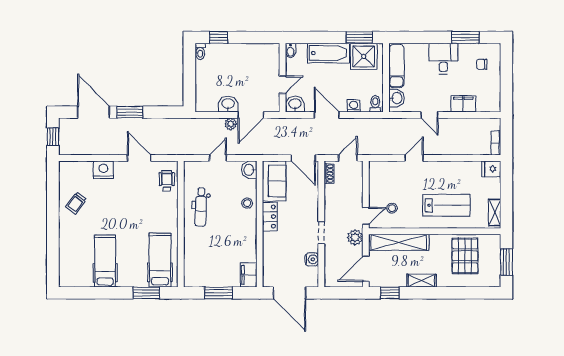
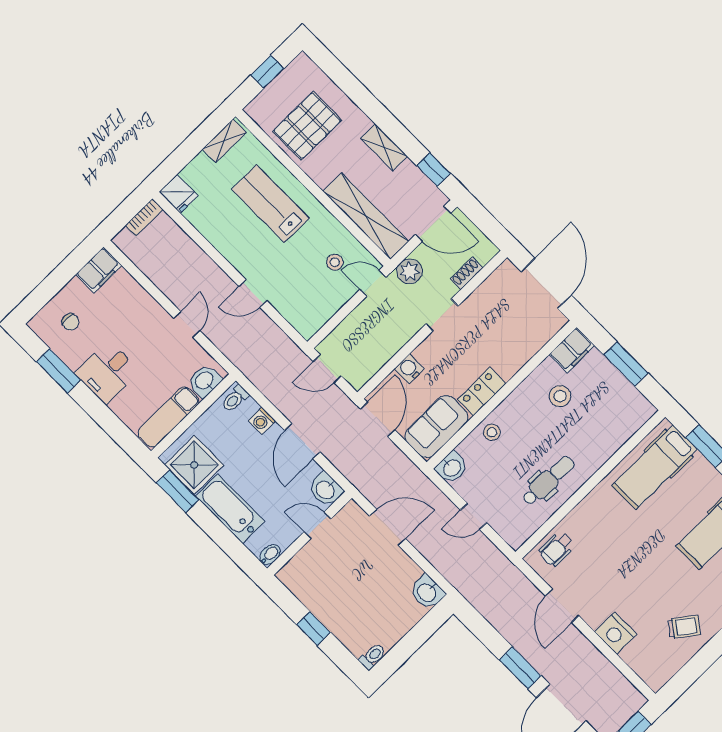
window: (219, 37) -> (314, 629), moved
washbasin: (228, 104) -> (427, 592), moved
filing cabinet: (463, 104) -> (99, 270), moved, turned -90
plant: (231, 124) -> (420, 540), removed
shoe rack: (329, 174) -> (467, 273), moved
stool: (233, 249) -> (560, 396), added
water cooler: (312, 259) -> (409, 369), moved
window: (506, 262) -> (267, 72), width x0.67

